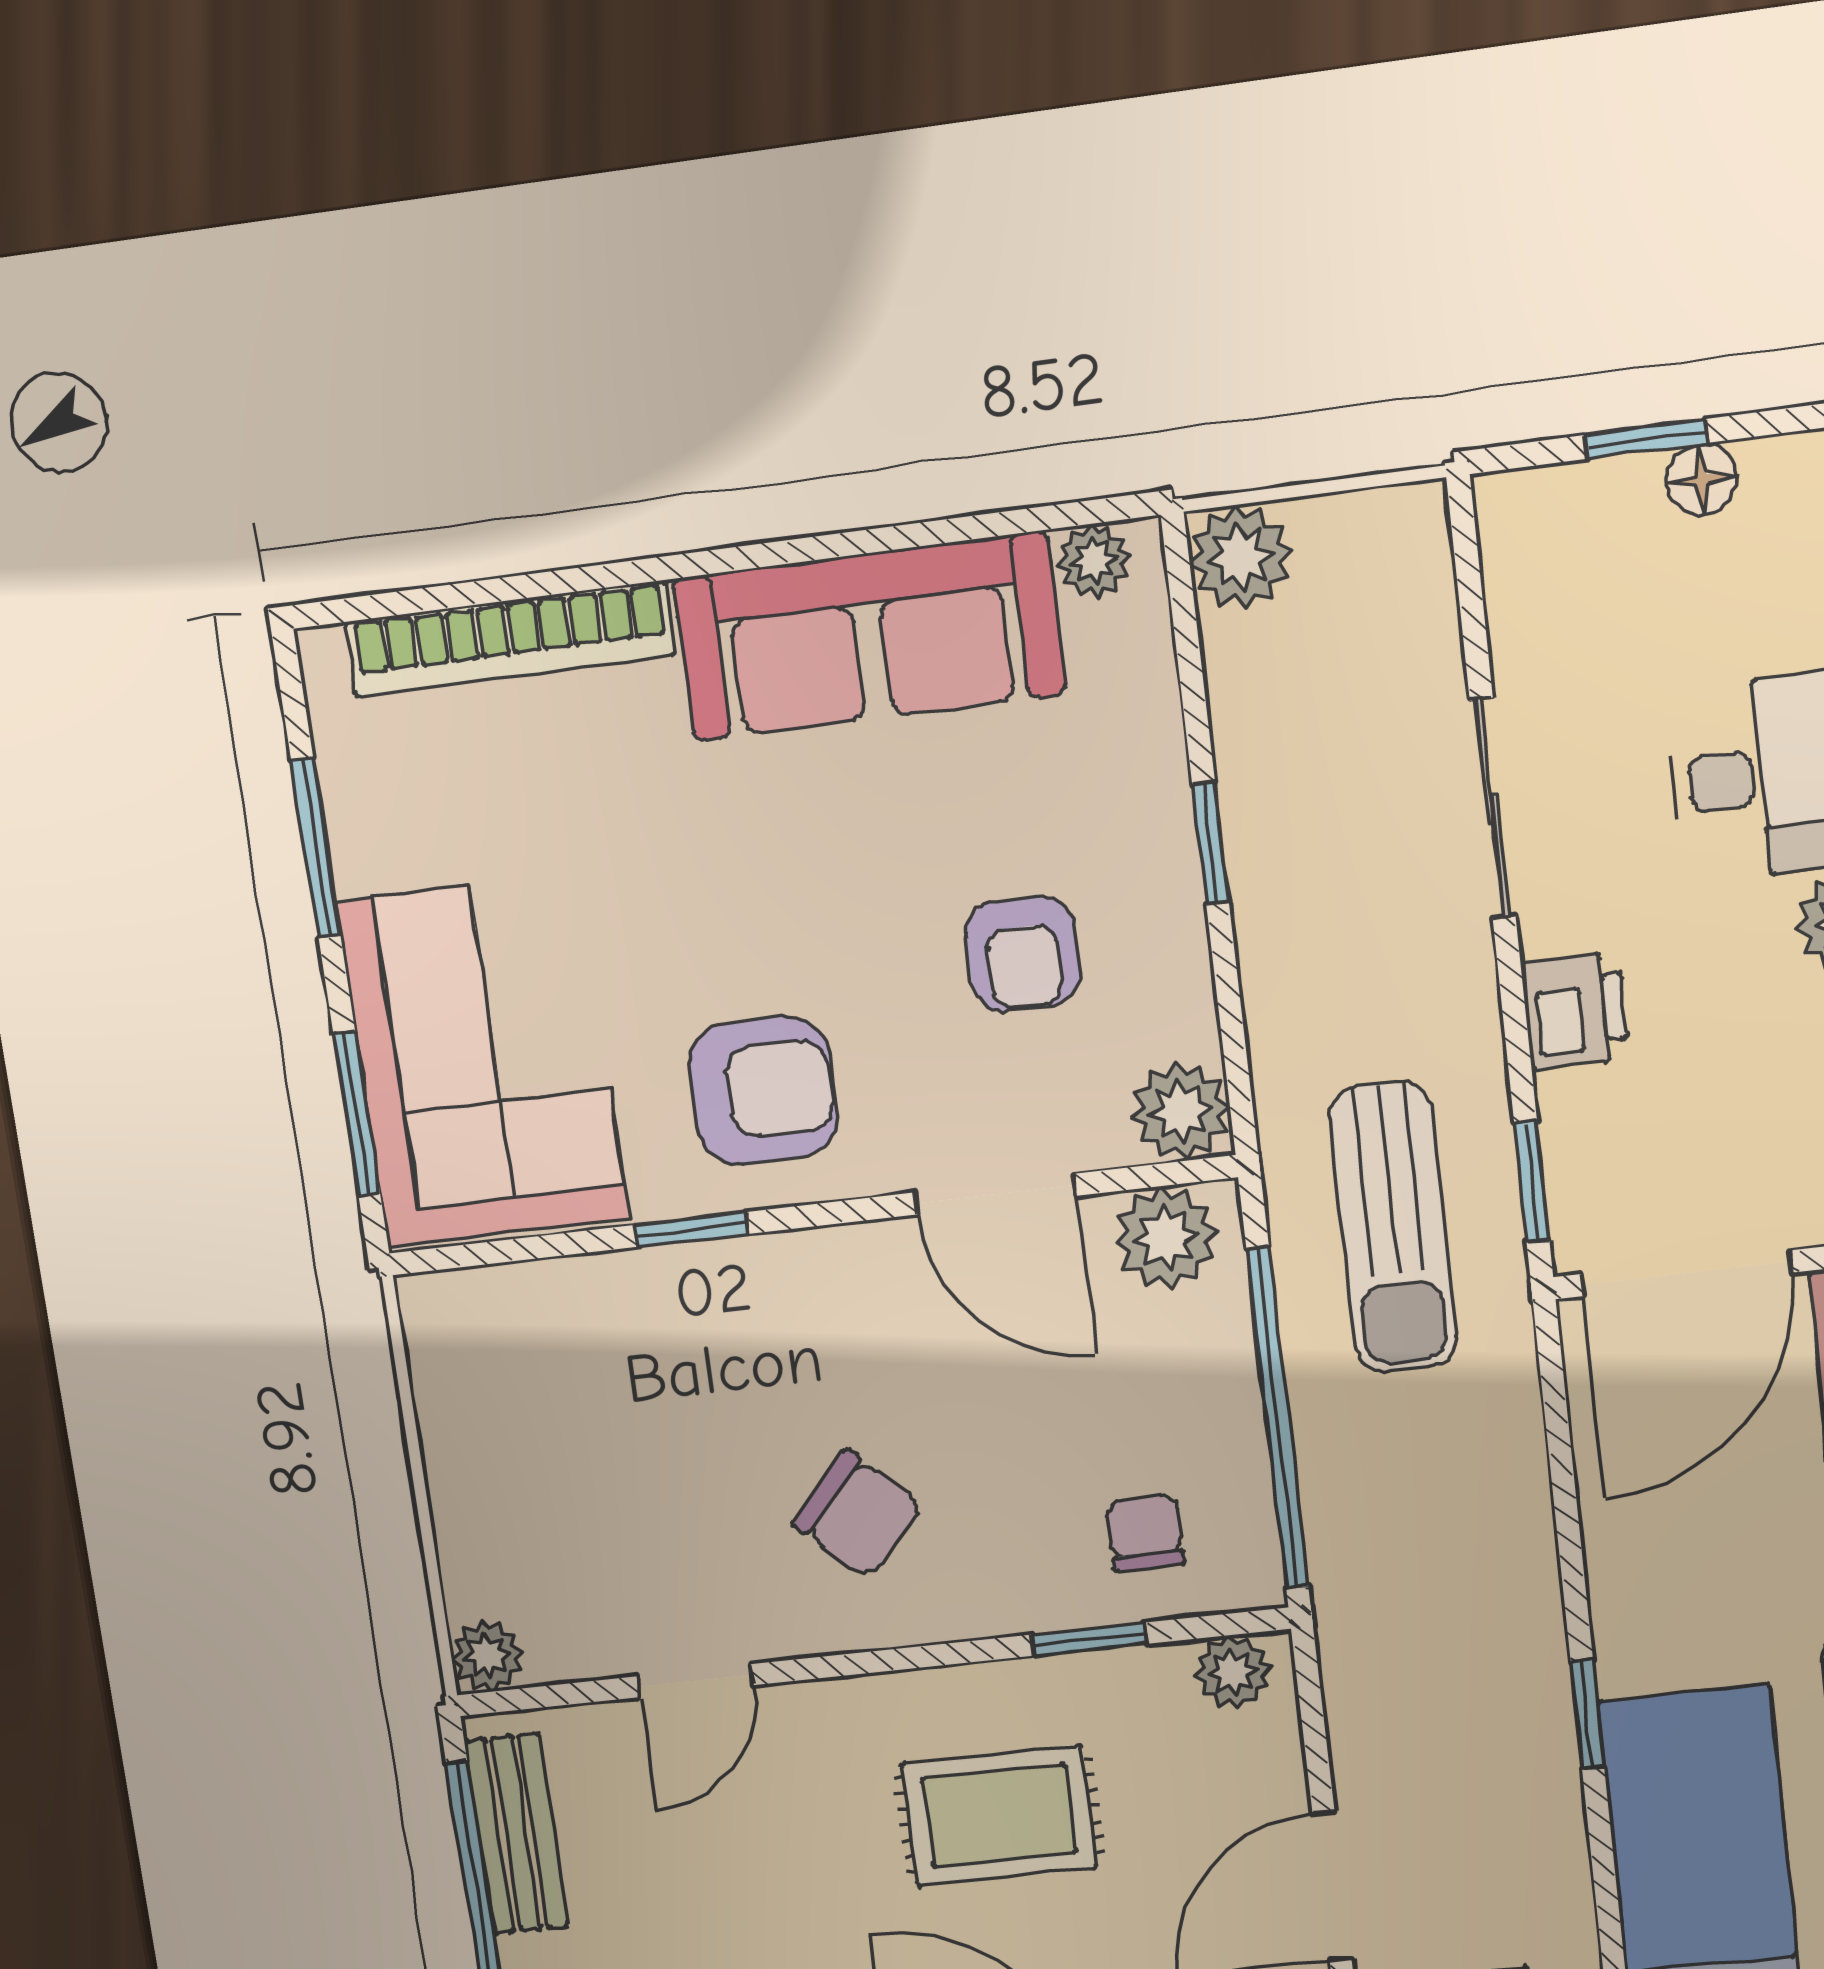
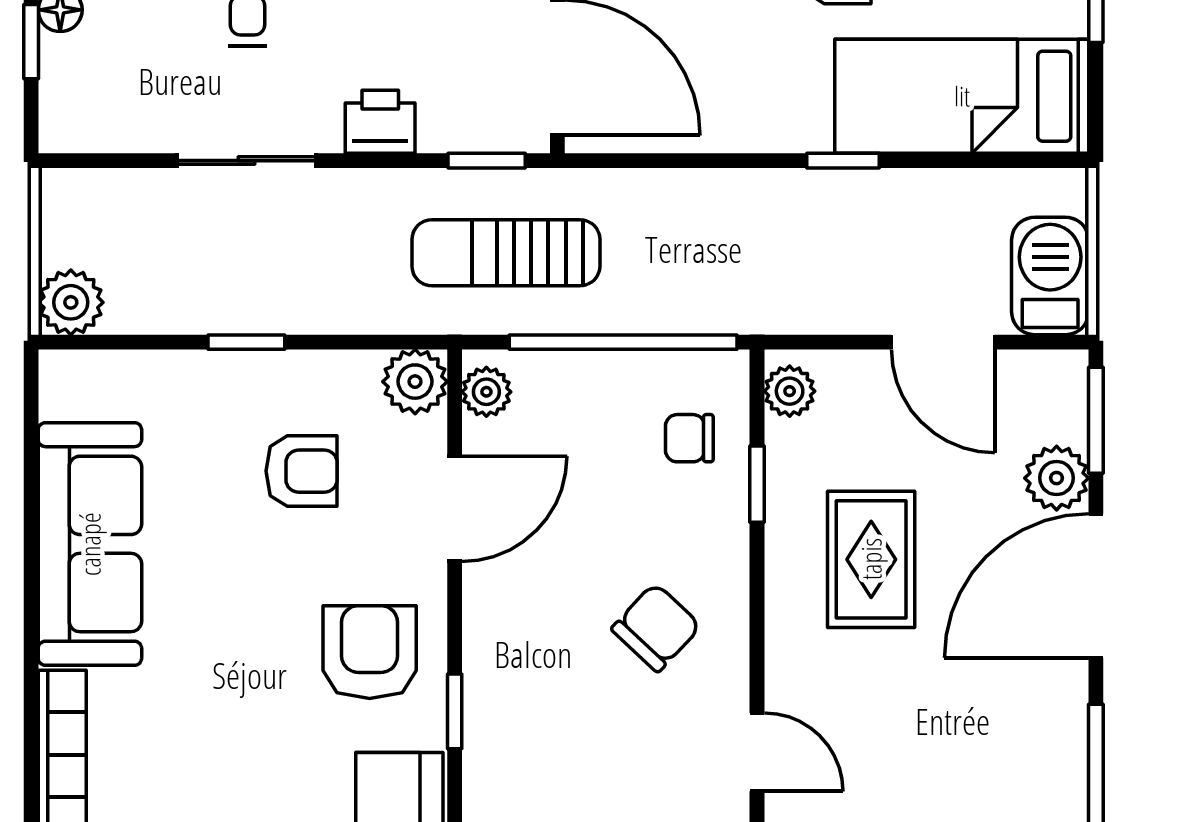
plant: (1094, 561) -> (61, 395), removed
sun lounger: (1393, 1227) -> (506, 253), turned 180
plant: (1166, 1238) -> (486, 392), width x0.73, depth x0.73

